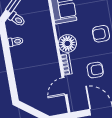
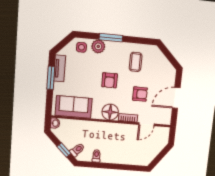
armchair: (95, 70) -> (140, 94), turned 90
door: (65, 86) -> (146, 124), hinge flipped

